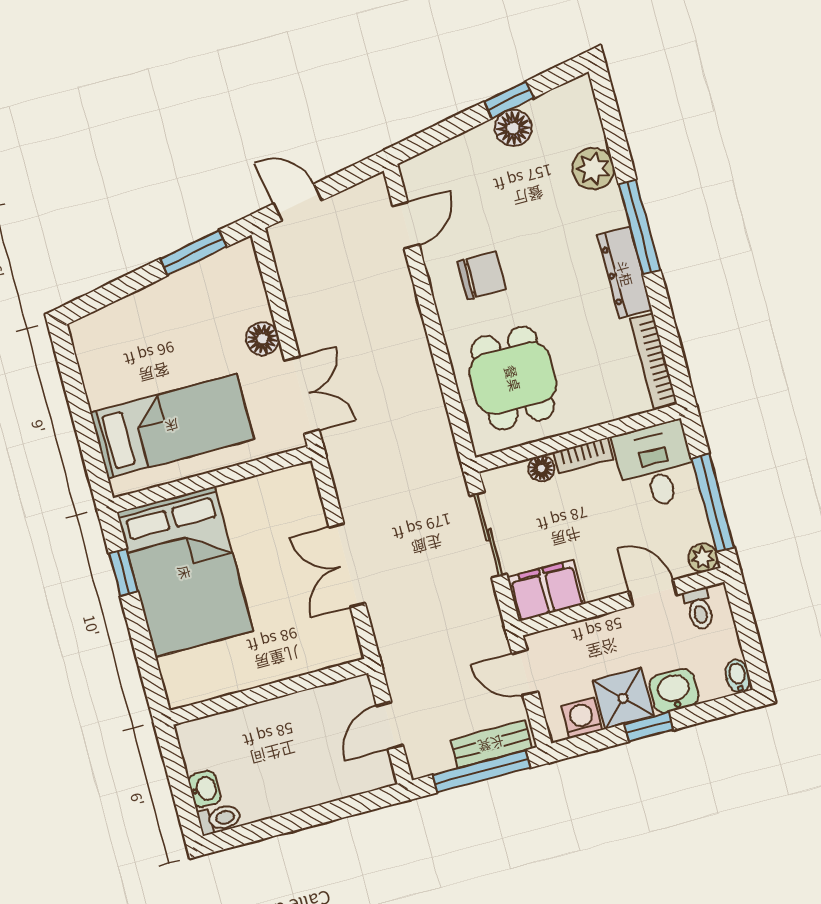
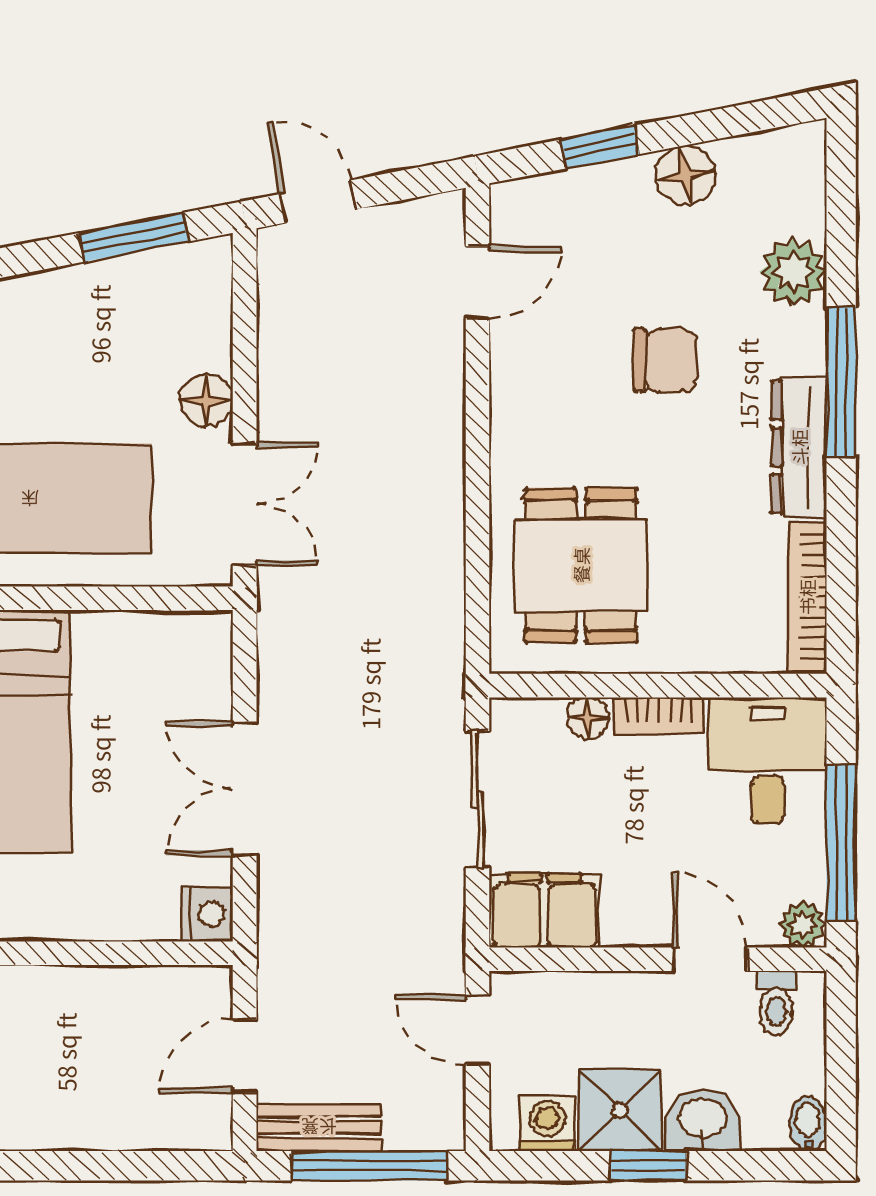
window: (509, 100) -> (600, 147), moved
chair: (481, 275) -> (665, 360), moved
nightstand: (345, 646) -> (208, 914), added
bench: (491, 744) -> (319, 1127), moved

